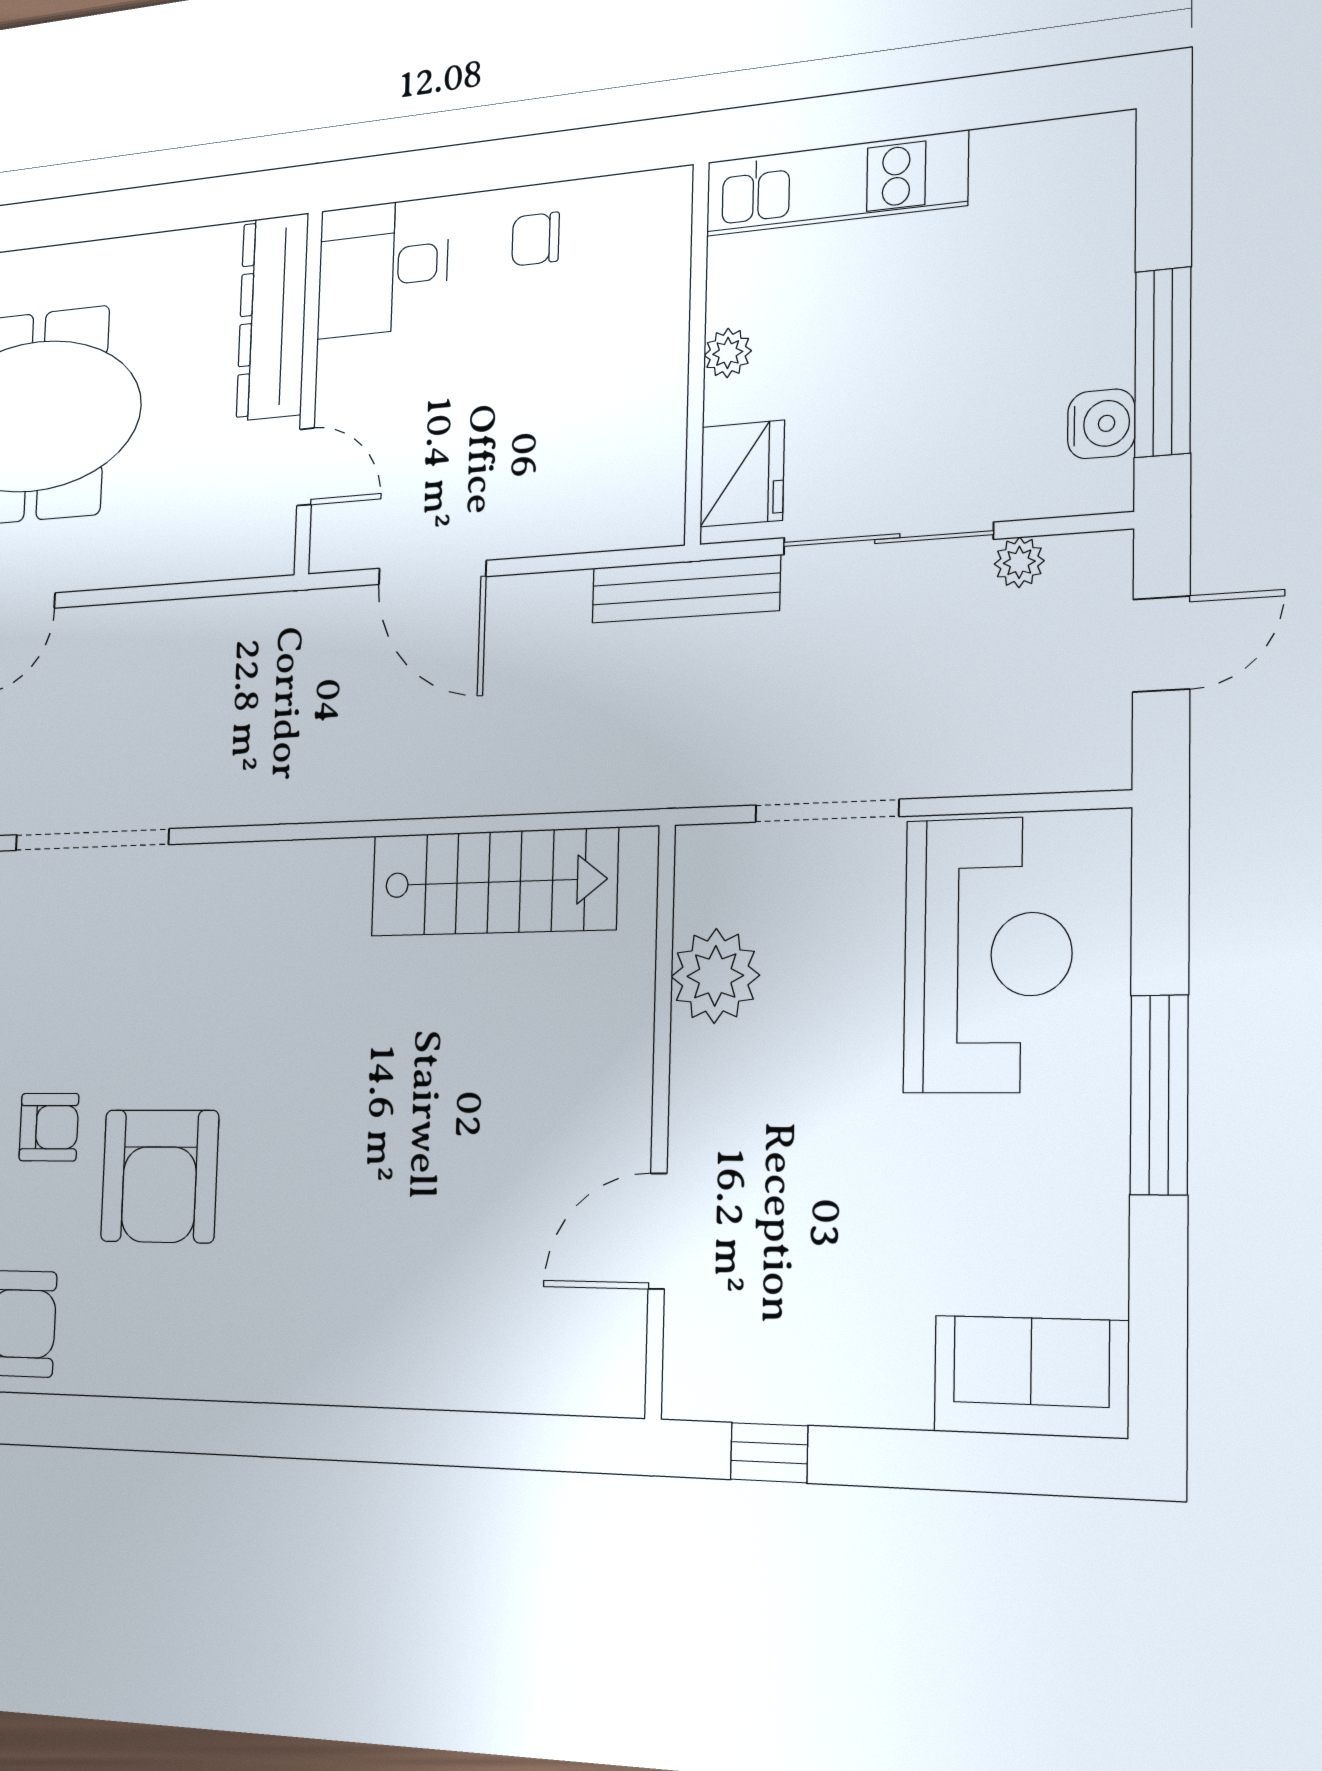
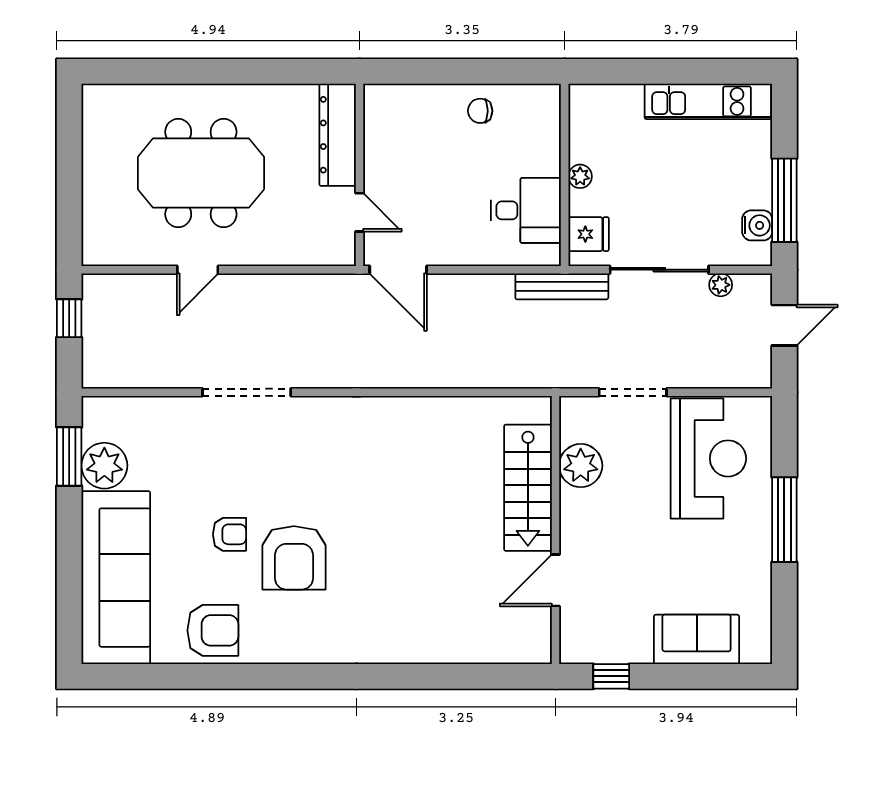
kitchen unit: (836, 184) -> (708, 101), moved
desk: (383, 268) -> (526, 210), moved, turned 180
fridge: (742, 474) -> (589, 234), width x0.72
door: (432, 572) -> (398, 270), moved
stairs: (493, 882) -> (528, 488), moved, turned 90
sofa: (1031, 1376) -> (697, 639), moved

